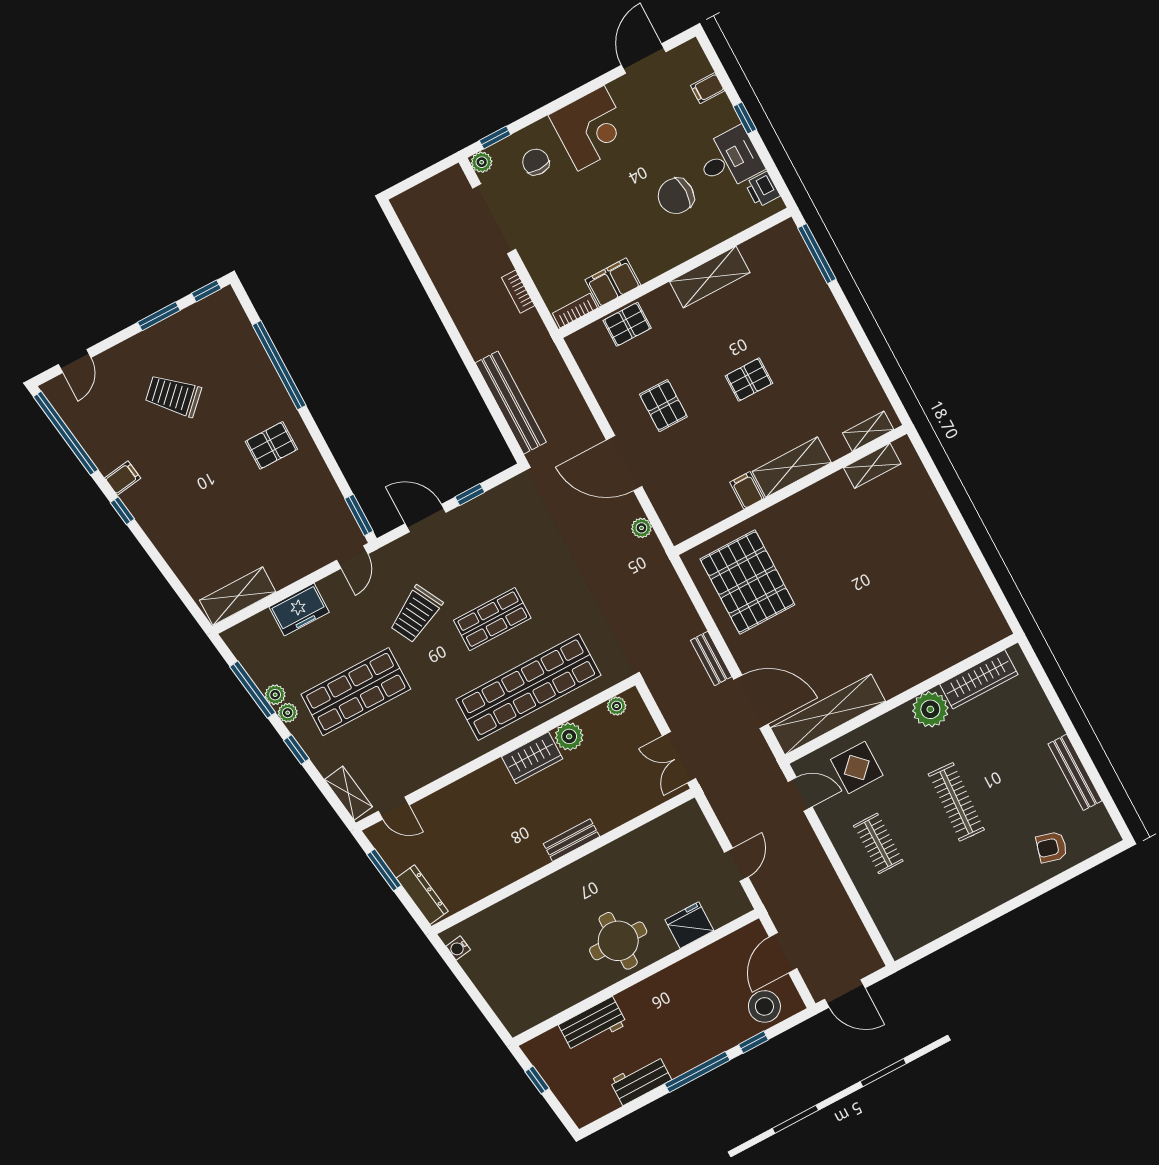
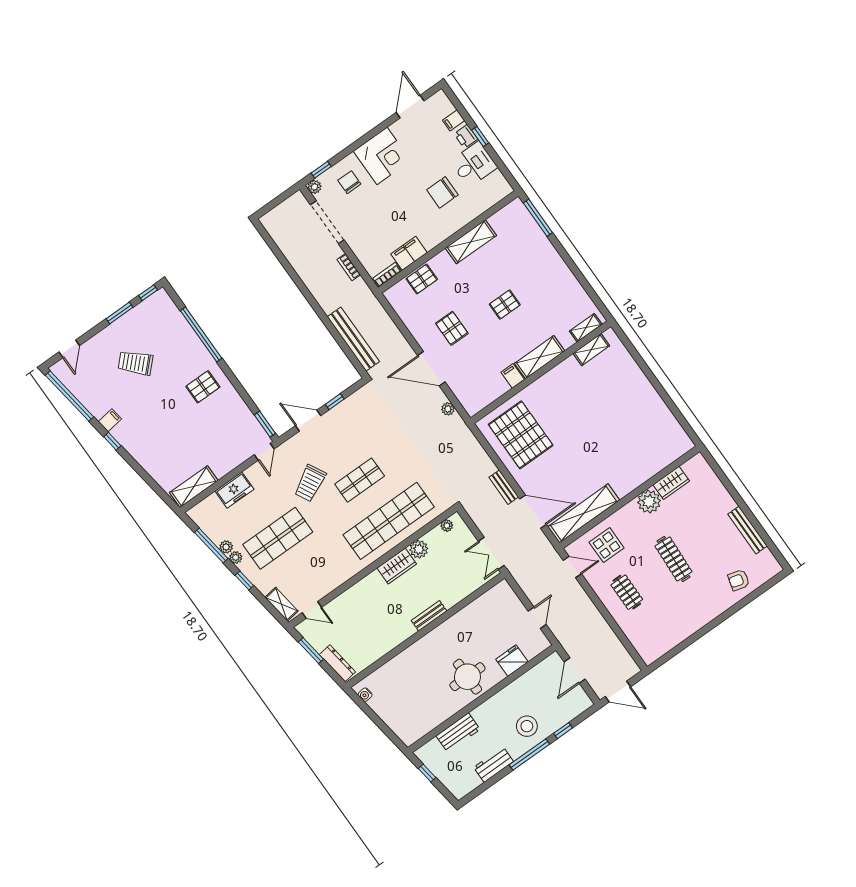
printer: (762, 189) -> (466, 136), moved
wardrobe: (979, 679) -> (671, 483), width x0.67
stool: (764, 1006) -> (527, 726), moved

